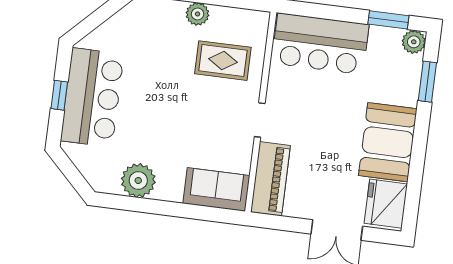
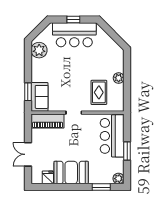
window: (388, 20) -> (127, 151), moved
plant: (138, 180) -> (39, 50), moved
fridge: (386, 204) -> (48, 177), width x0.53, depth x0.75
window: (202, 213) -> (28, 92), added

